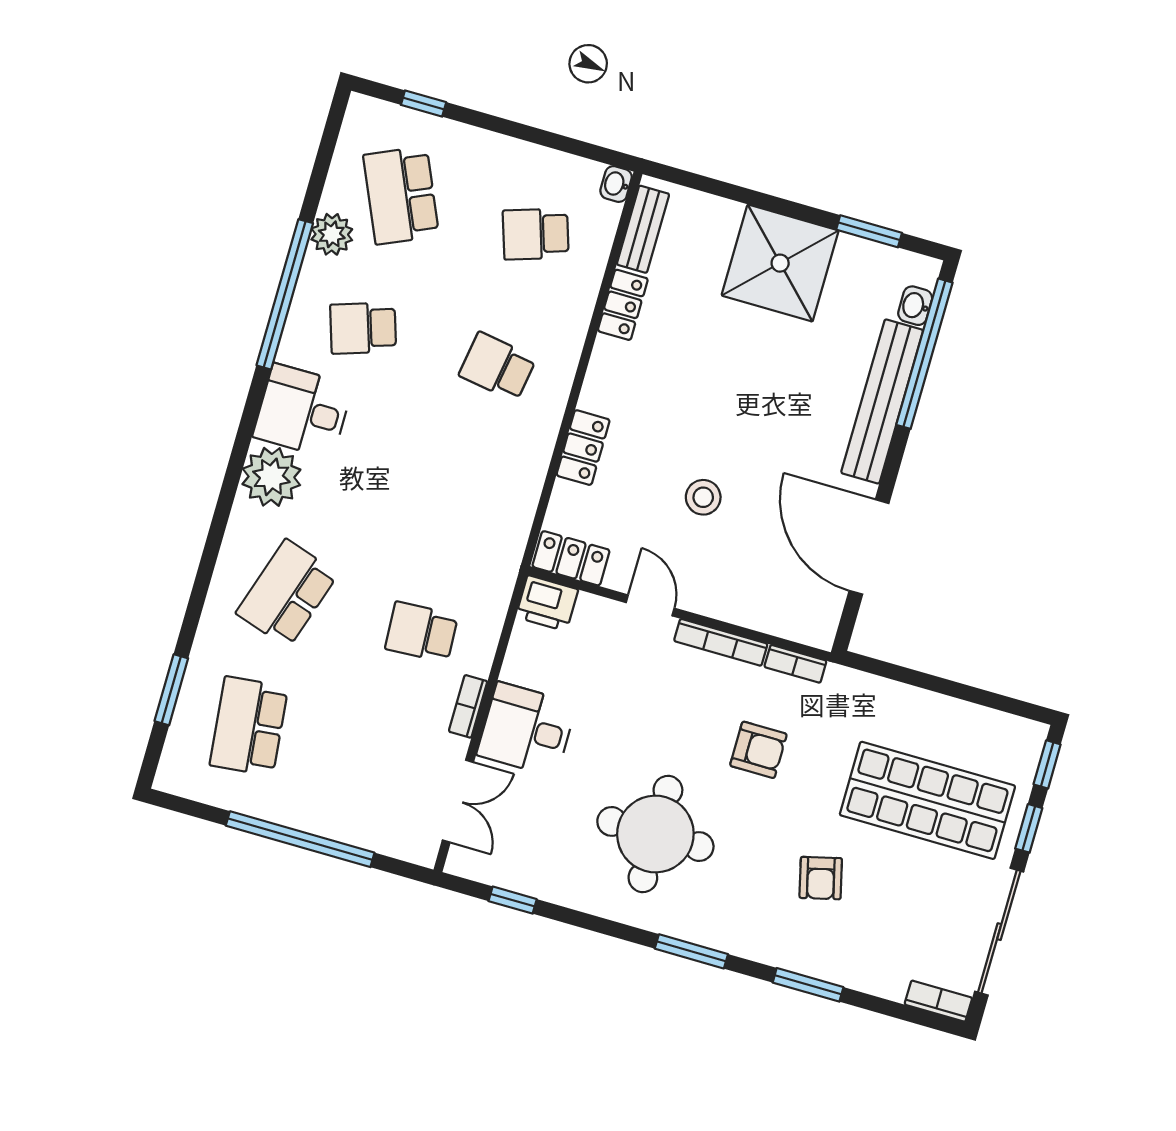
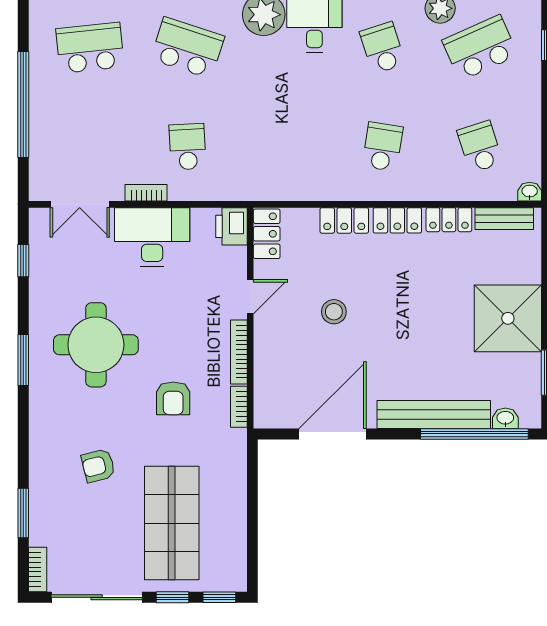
locker: (604, 375) -> (397, 220), added
desk: (527, 729) -> (152, 237), width x1.37
window: (691, 951) -> (23, 360), moved
window: (808, 985) -> (23, 513), moved

